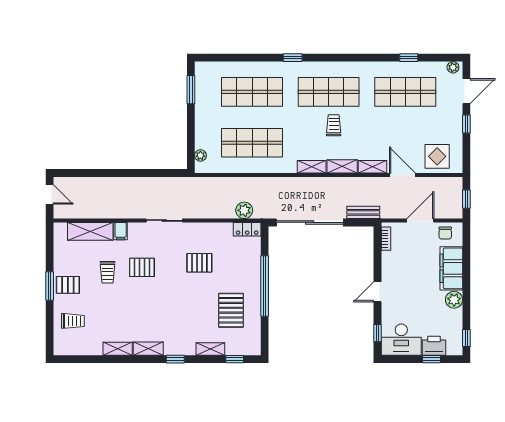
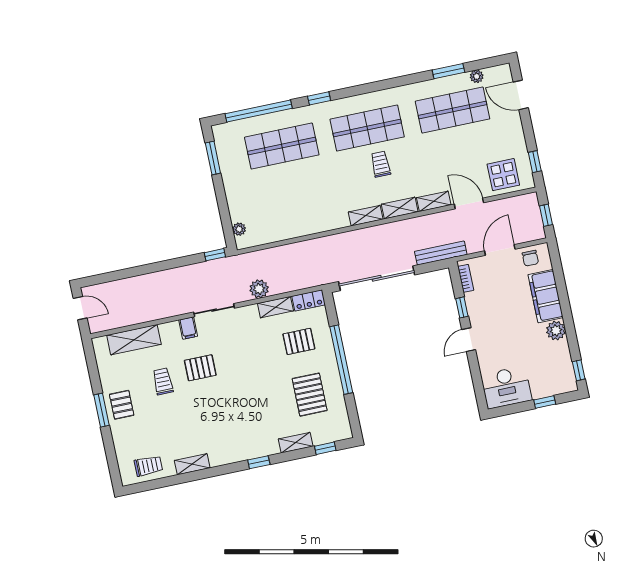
window: (239, 58) -> (259, 111), added
window: (409, 58) -> (448, 71), width x1.50
plant: (453, 67) -> (477, 76), moved
door: (466, 91) -> (521, 95), swing flipped
window: (466, 124) -> (535, 162), moved
shop shelf: (252, 143) -> (294, 203), removed
window: (175, 173) -> (215, 255), added
plant: (244, 210) -> (259, 289), moved
bench: (363, 212) -> (441, 253), width x1.36
filing cabinet: (121, 231) -> (188, 328), moved
pallet: (199, 263) -> (299, 341), moved
trolley: (108, 272) -> (163, 381), turned 180
pallet: (68, 285) -> (122, 405), turned 90
trolley: (73, 321) -> (148, 466), moved
window: (377, 333) -> (462, 307), moved
printer: (434, 346) -> (544, 386), removed
shelving: (148, 349) -> (275, 307), moved

